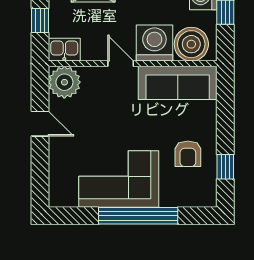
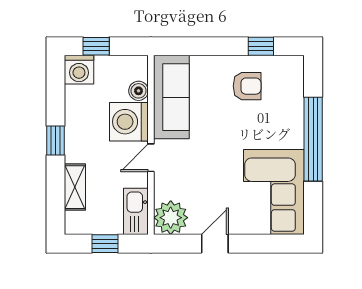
boiler: (191, 44) -> (139, 91), width x0.54, depth x0.54
kitchen sink: (64, 50) -> (136, 211), width x1.38
corner sofa: (119, 179) -> (274, 192), moved

